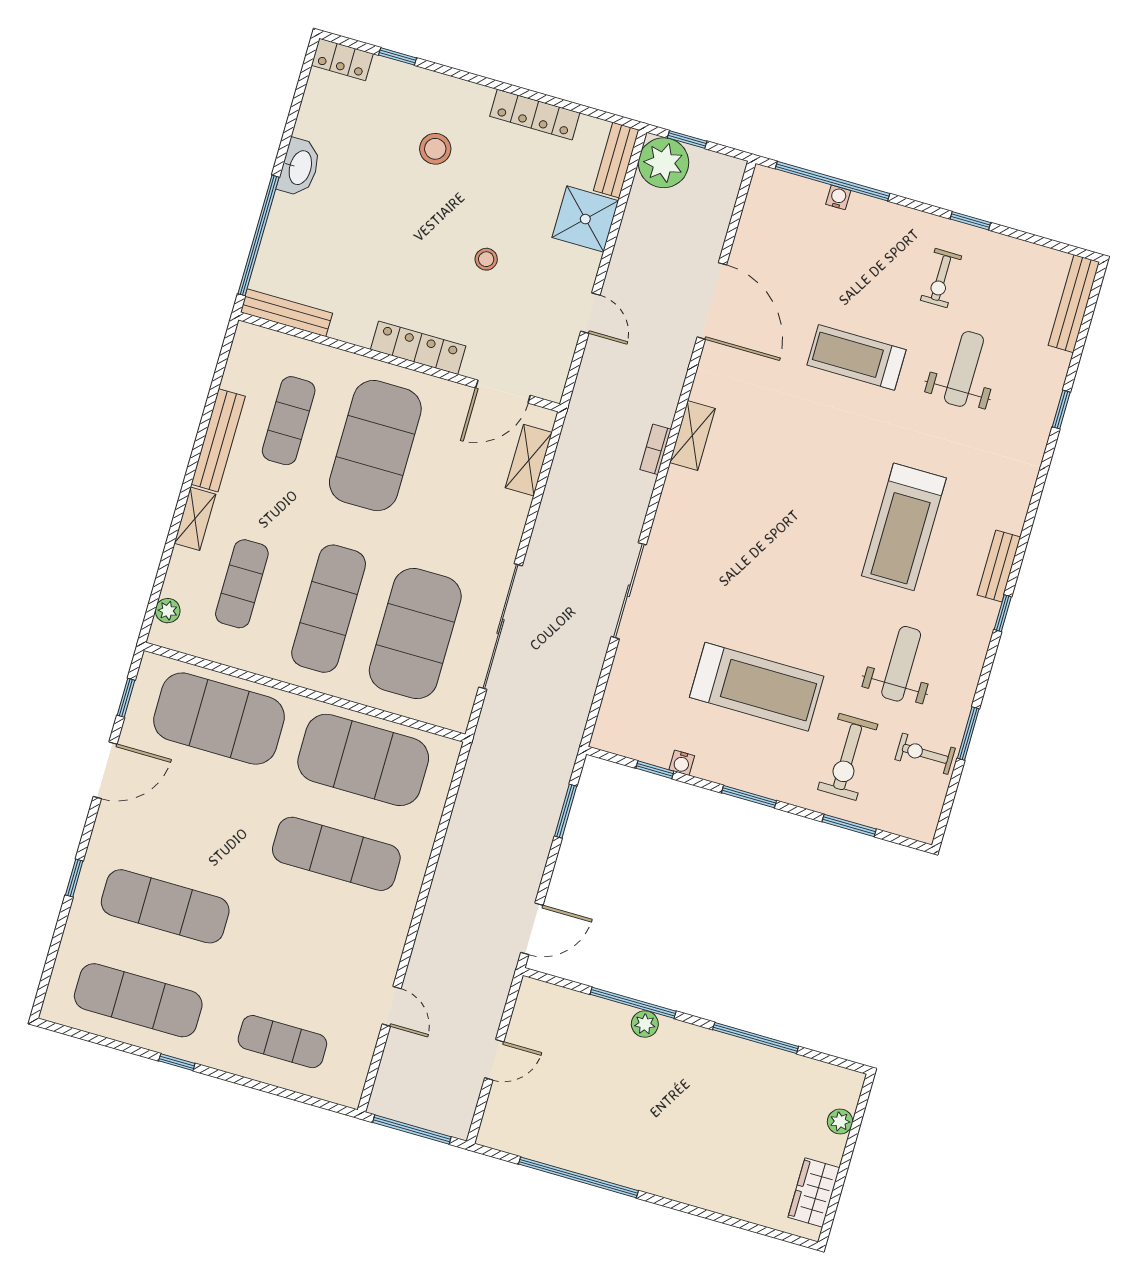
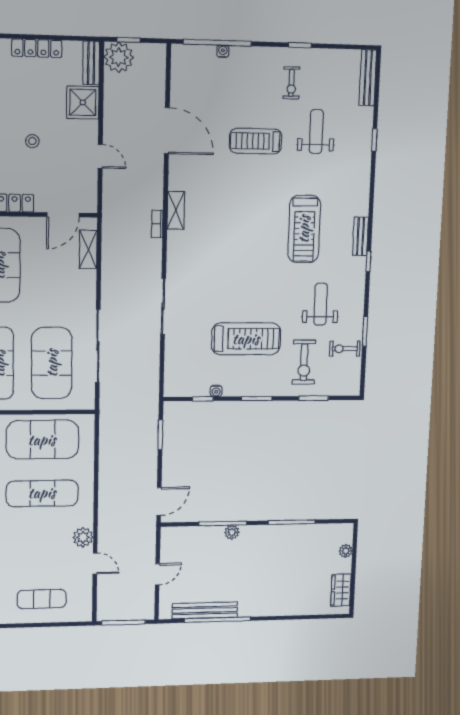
plant: (384, 953) -> (83, 537), added
bench: (560, 1153) -> (205, 610), added

